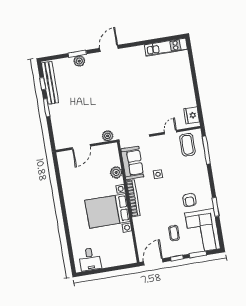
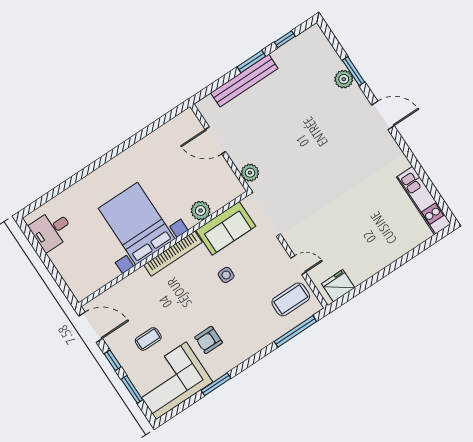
bench: (50, 83) -> (244, 81), moved

